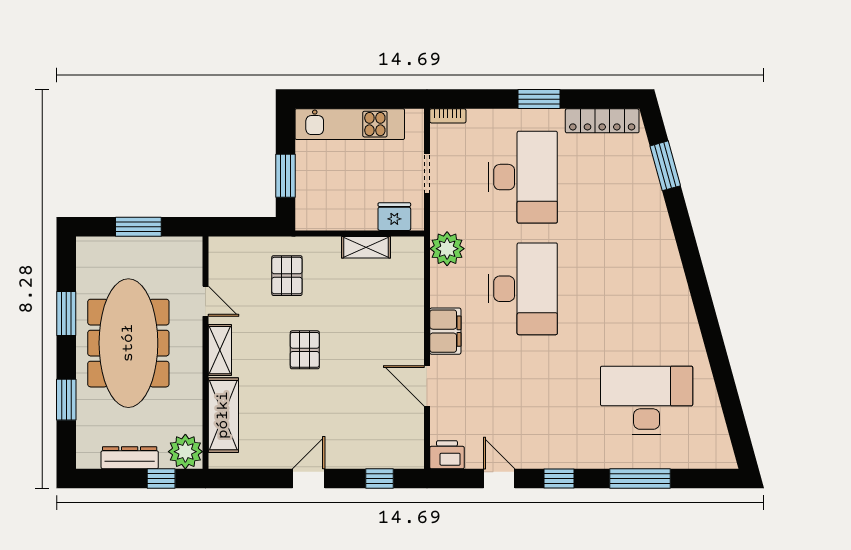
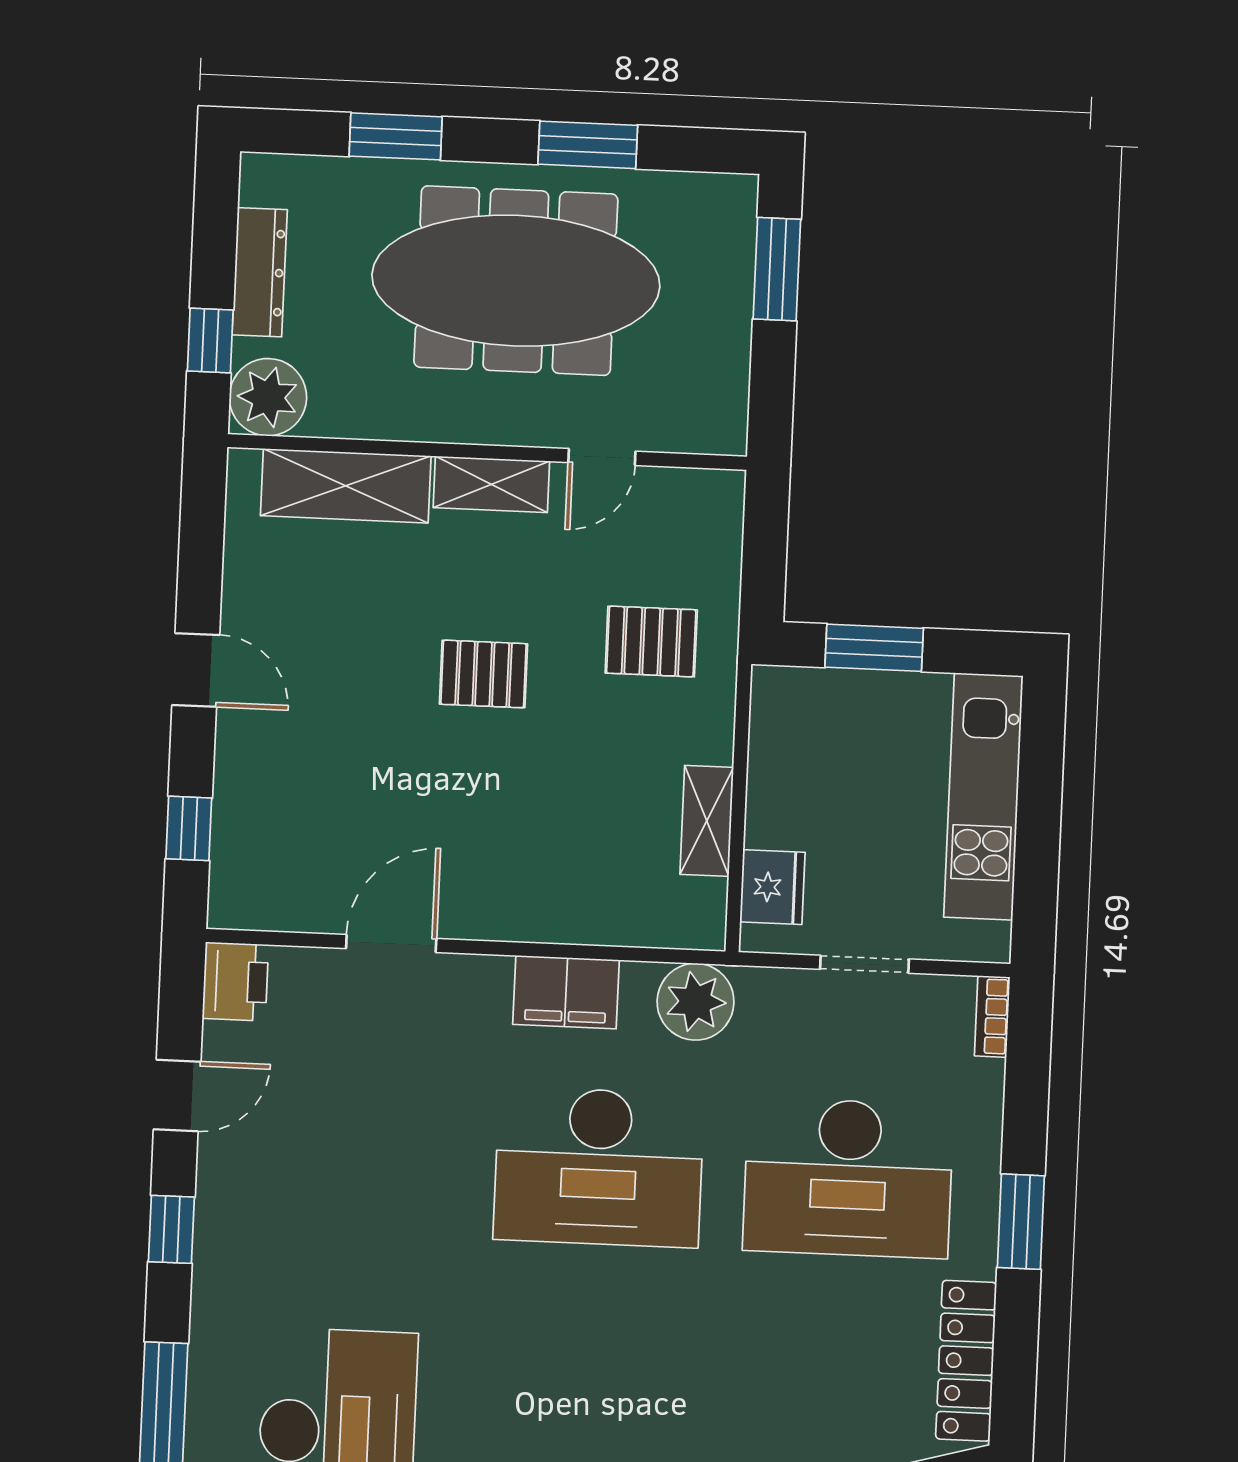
window: (138, 227) -> (777, 269), moved
filing cabinet: (445, 331) -> (566, 992), moved

